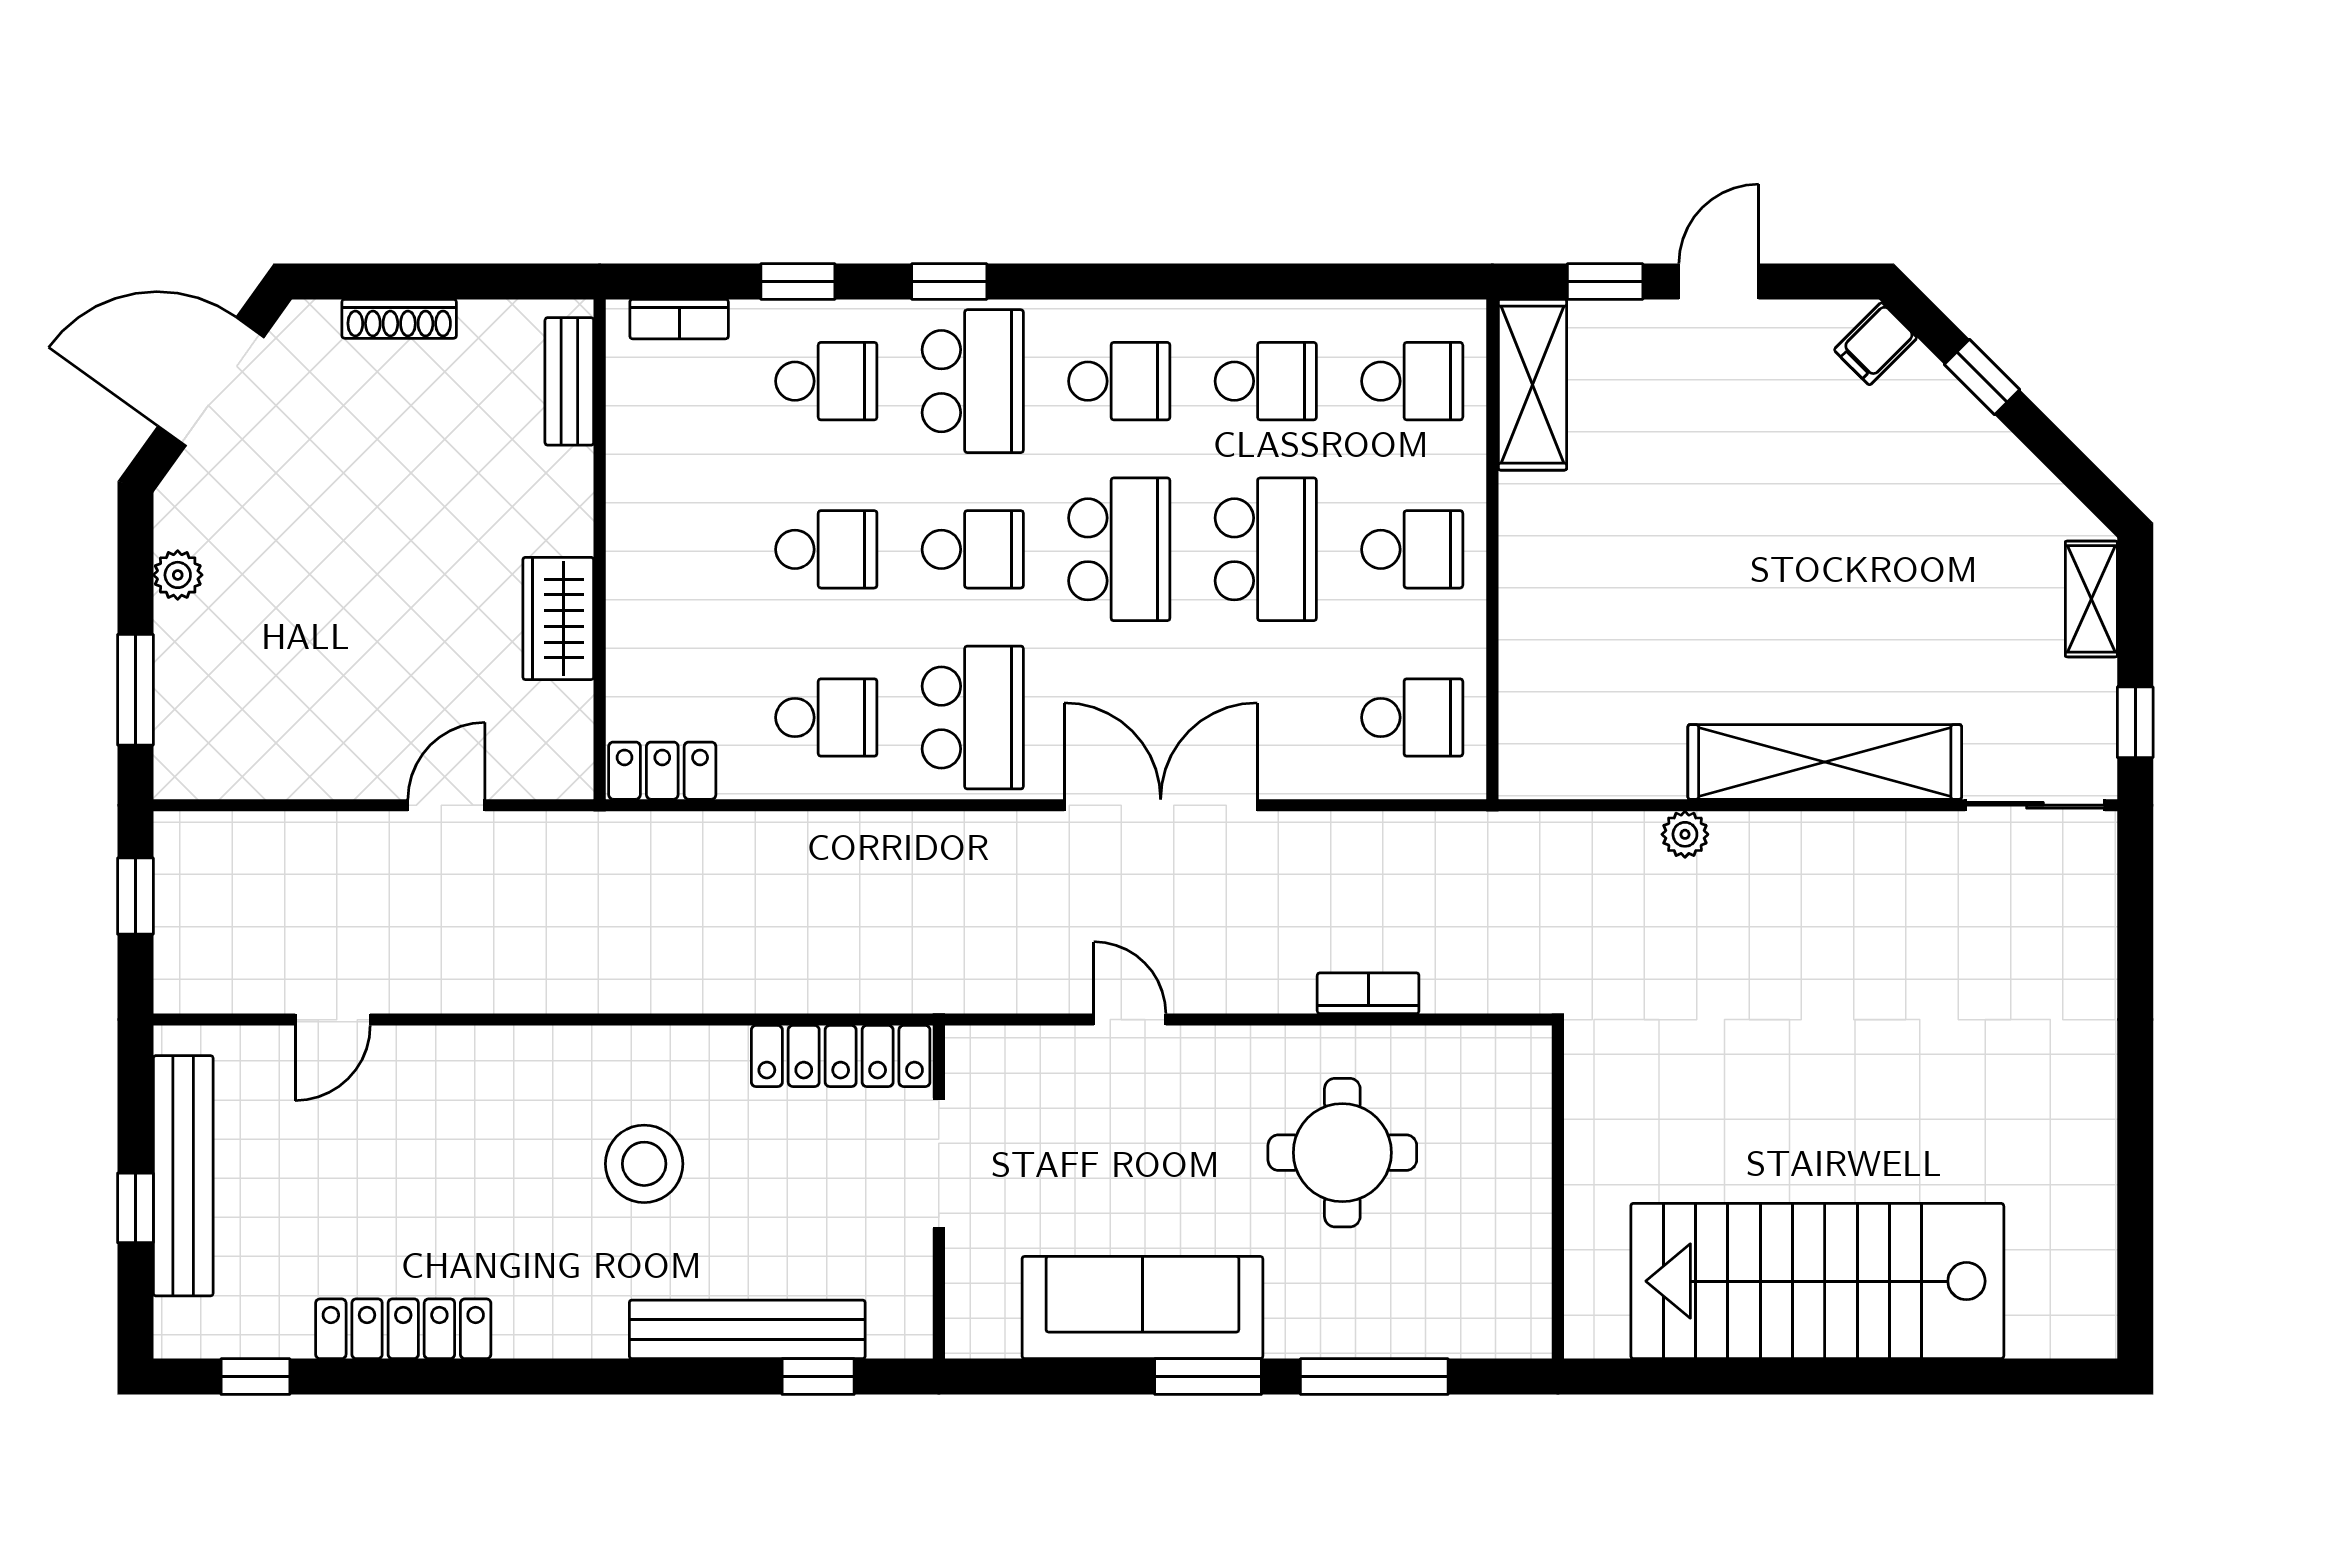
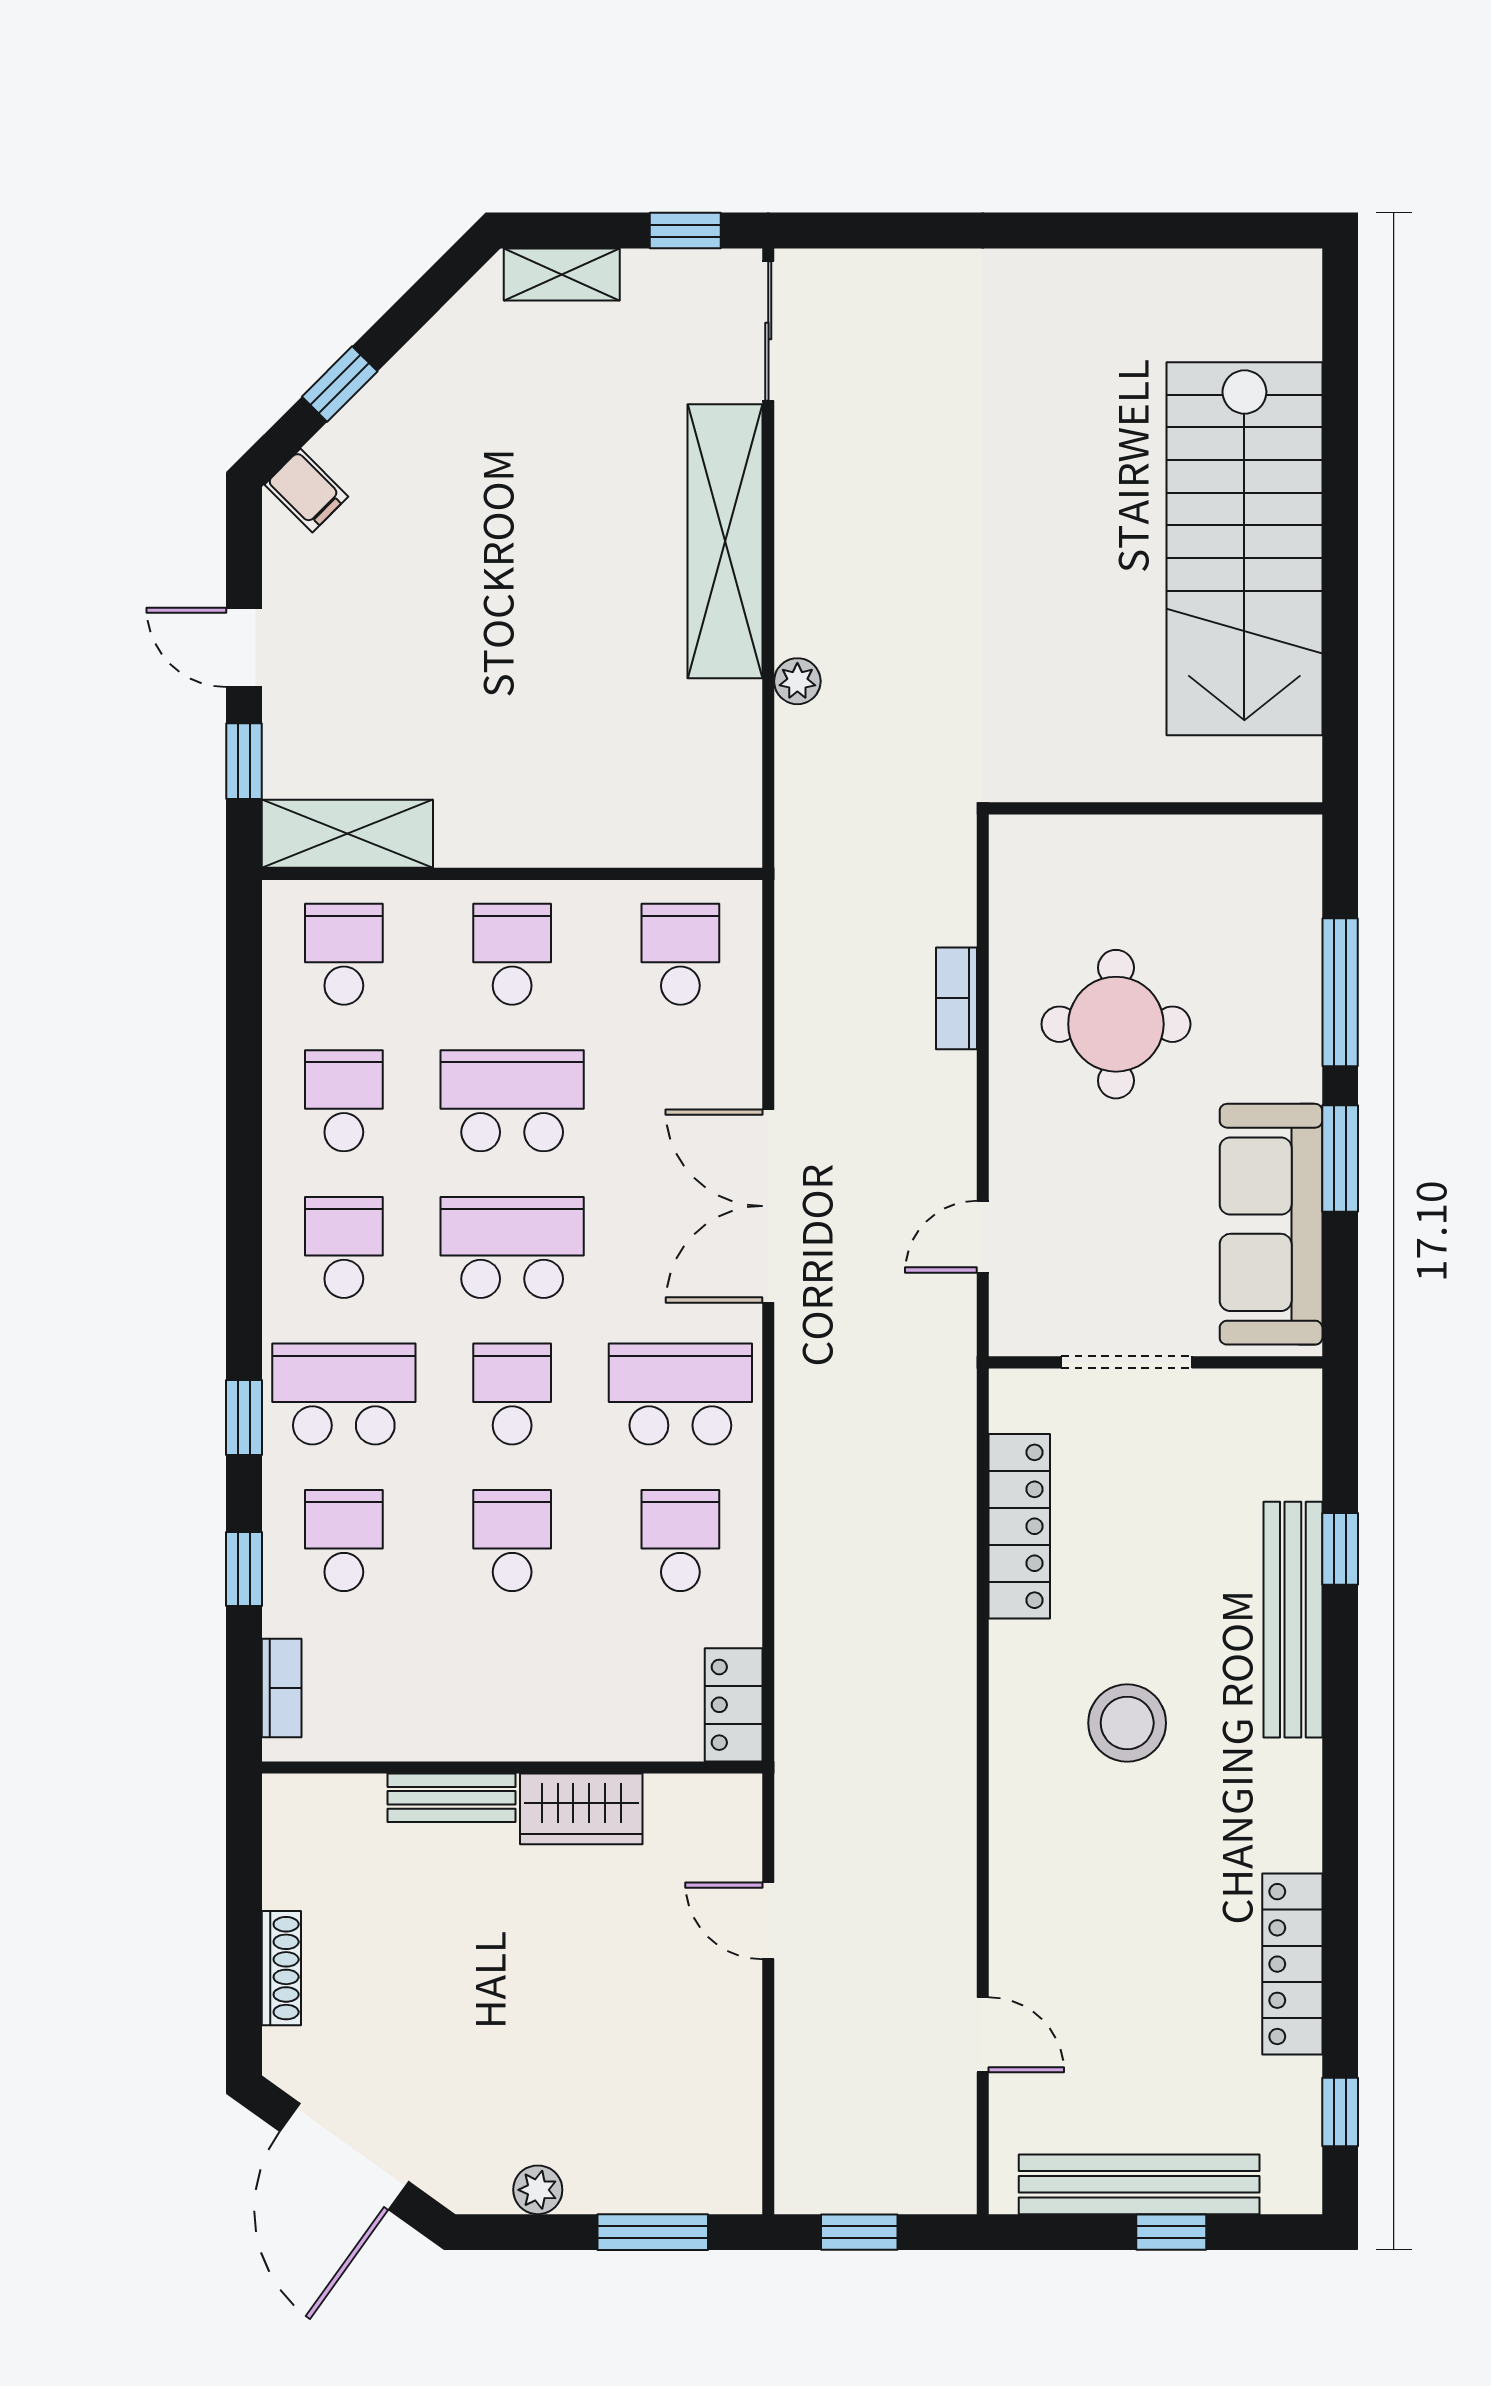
bench: (569, 381) -> (452, 1798), moved
doorway: (939, 1163) -> (1127, 1362), moved
wall: (939, 1192) -> (1155, 1362), moved

